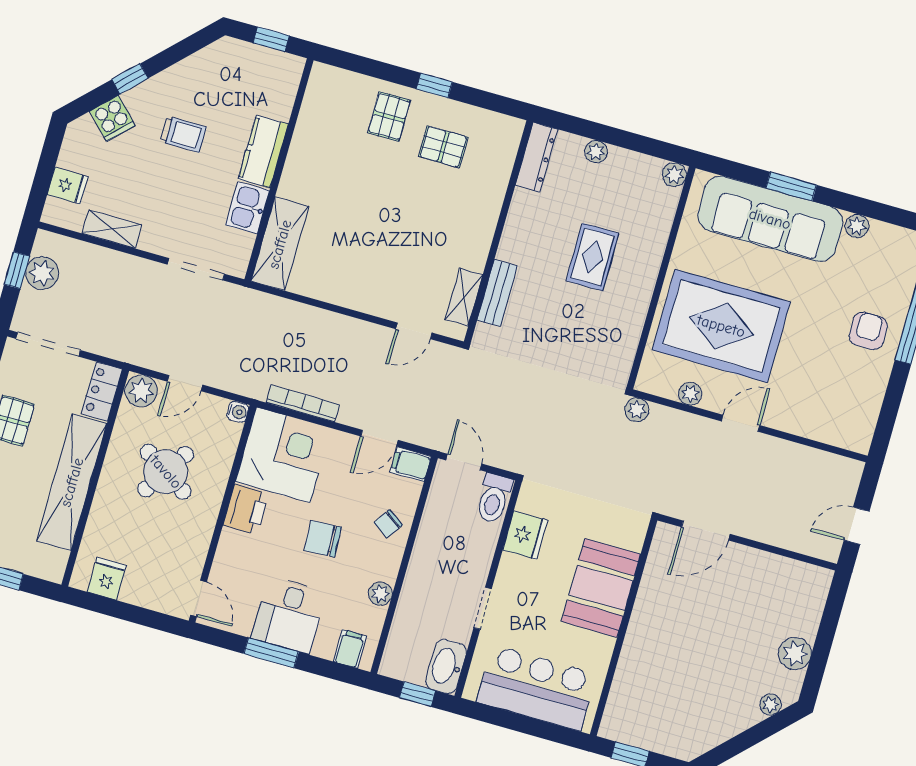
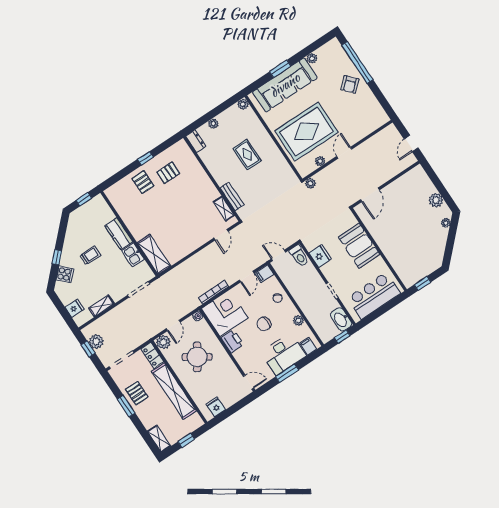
dresser: (536, 157) -> (196, 141), width x0.70
armchair: (868, 331) -> (350, 84), turned -132
desk: (289, 615) -> (284, 354), width x1.37

